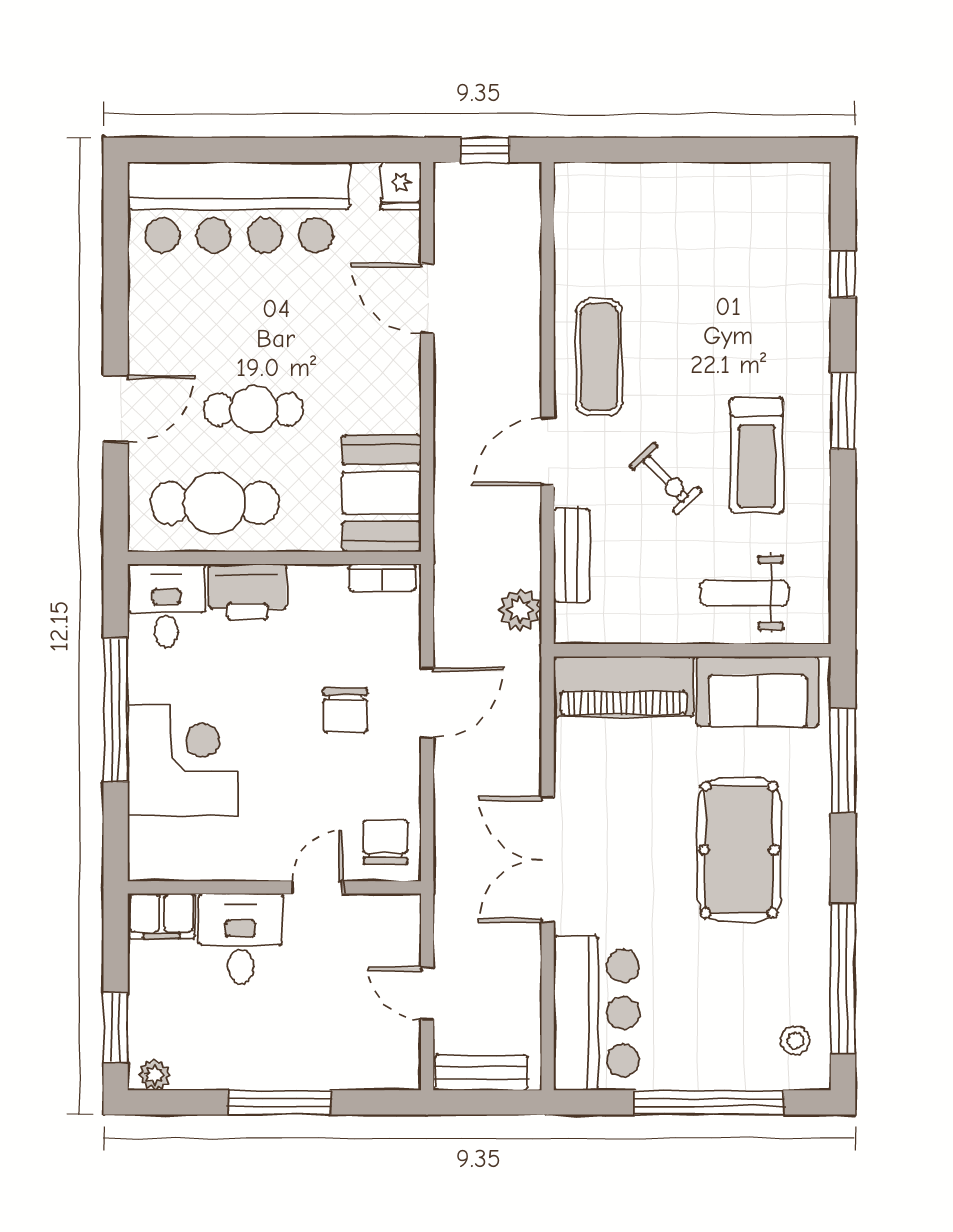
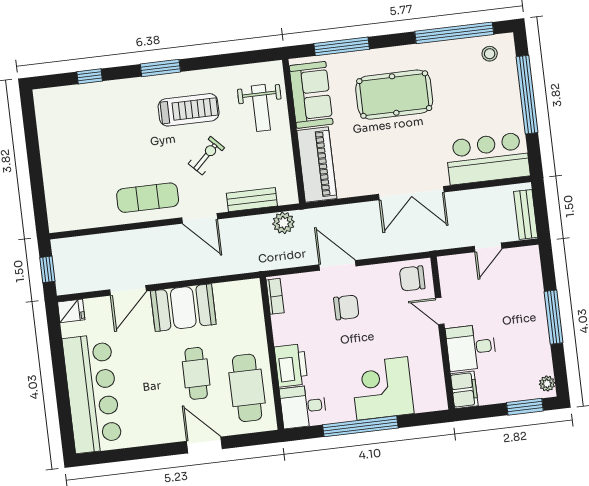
booth: (382, 493) -> (183, 308), moved

